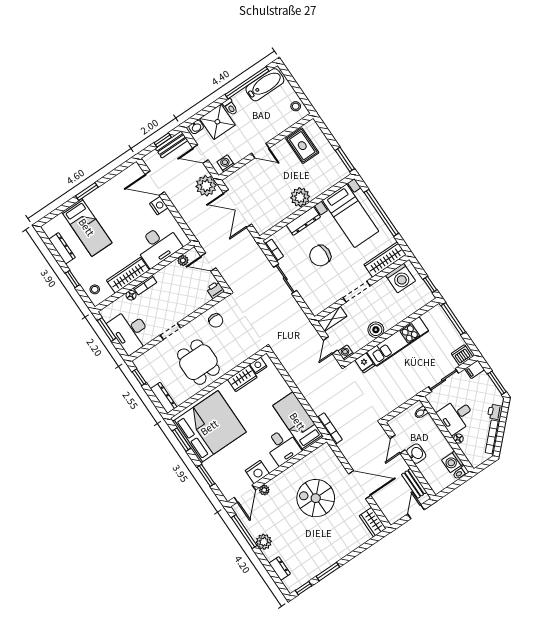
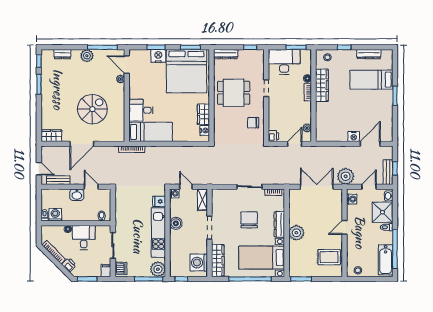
desk: (158, 245) -> (328, 118), removed
plant: (437, 316) -> (158, 269), added
nightstand: (257, 472) -> (158, 56), moved, turned 90

